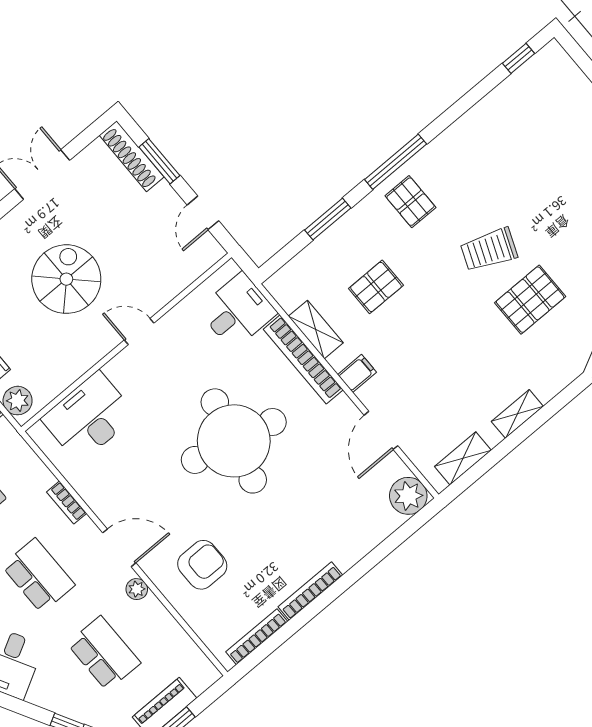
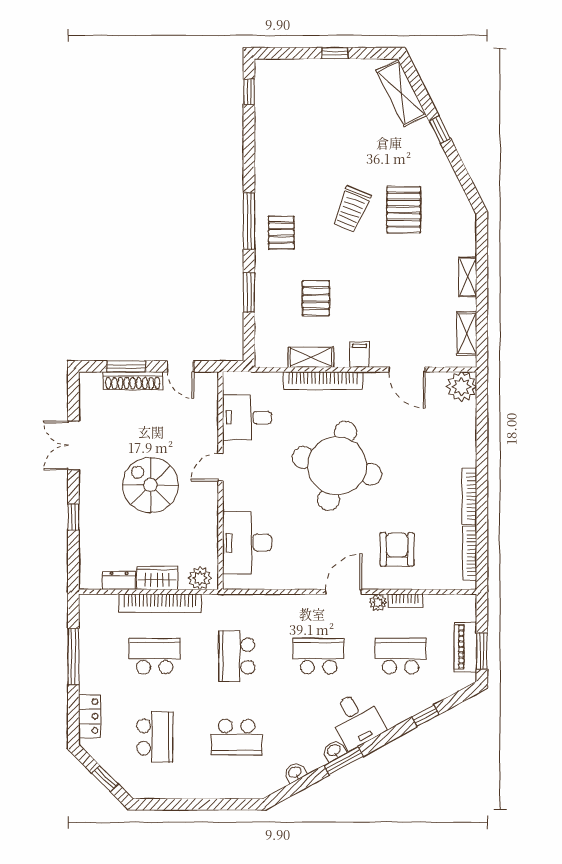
shoe rack: (132, 156) -> (133, 381), moved
pallet: (410, 202) -> (281, 233), turned 90
desk: (237, 311) -> (247, 418), moved, turned -90
bookcase: (67, 503) -> (405, 601), moved

